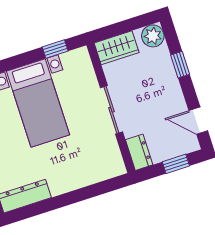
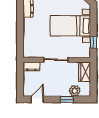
plant: (153, 36) -> (75, 91), moved
window: (176, 164) -> (20, 82), removed

